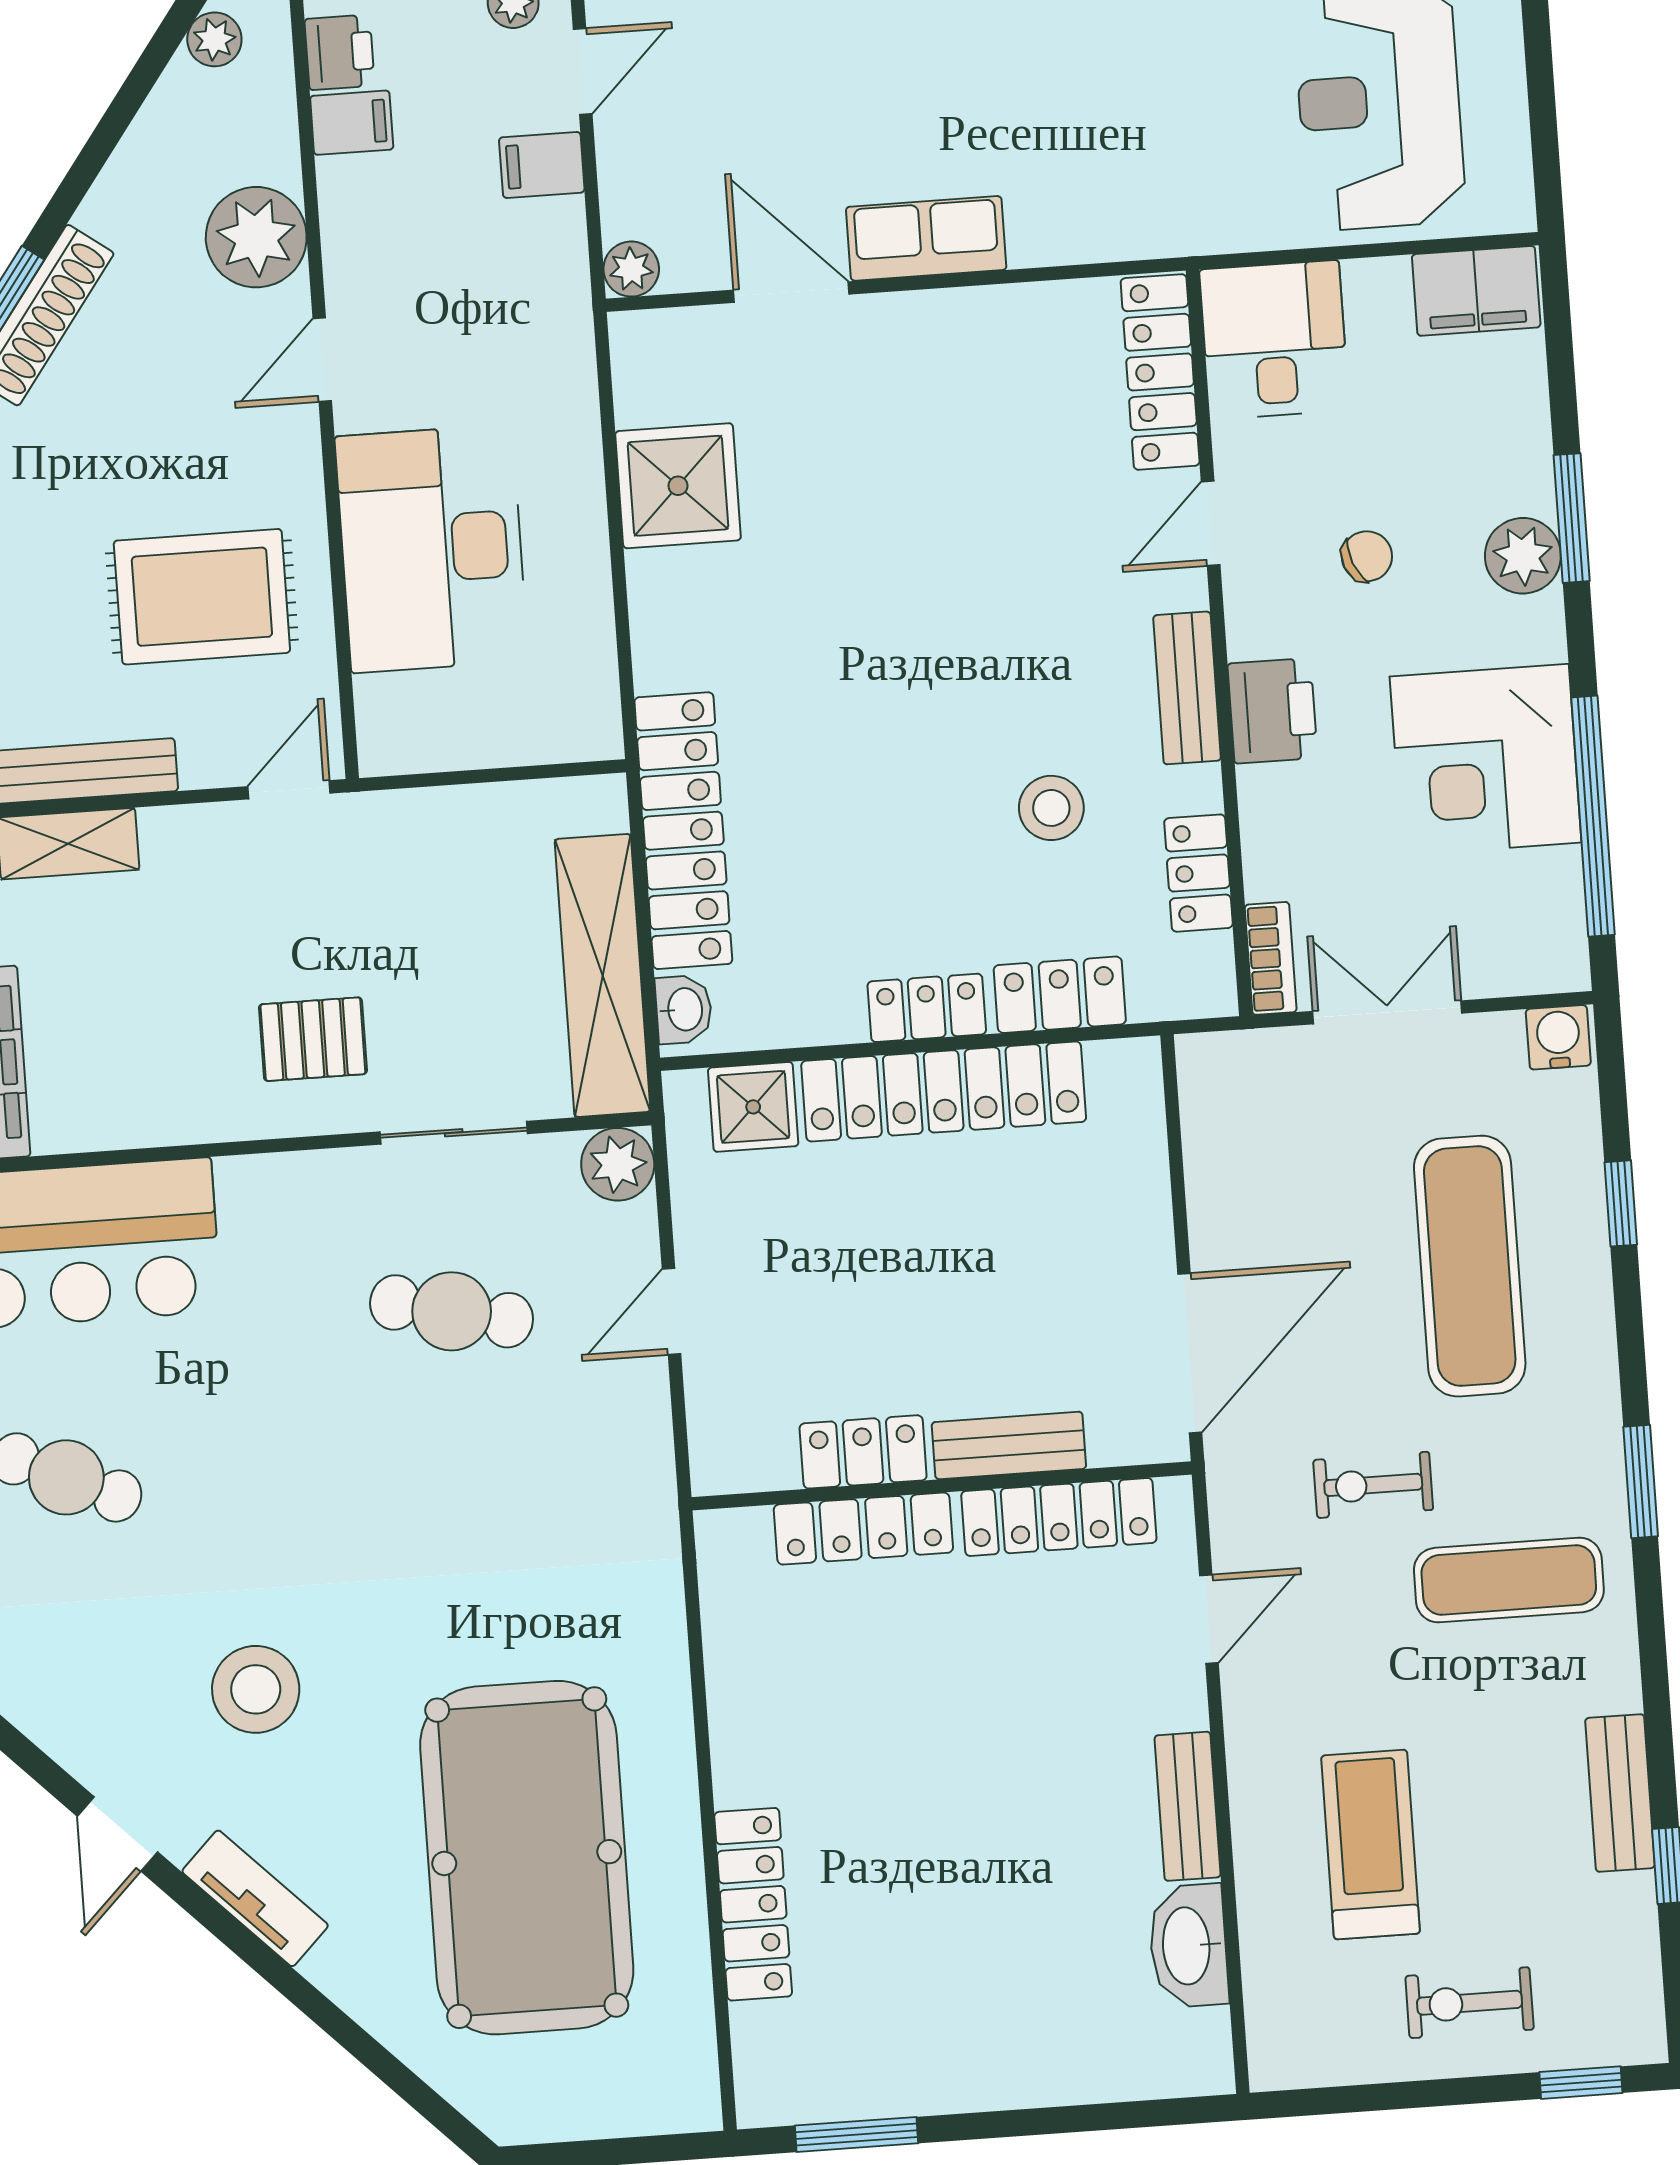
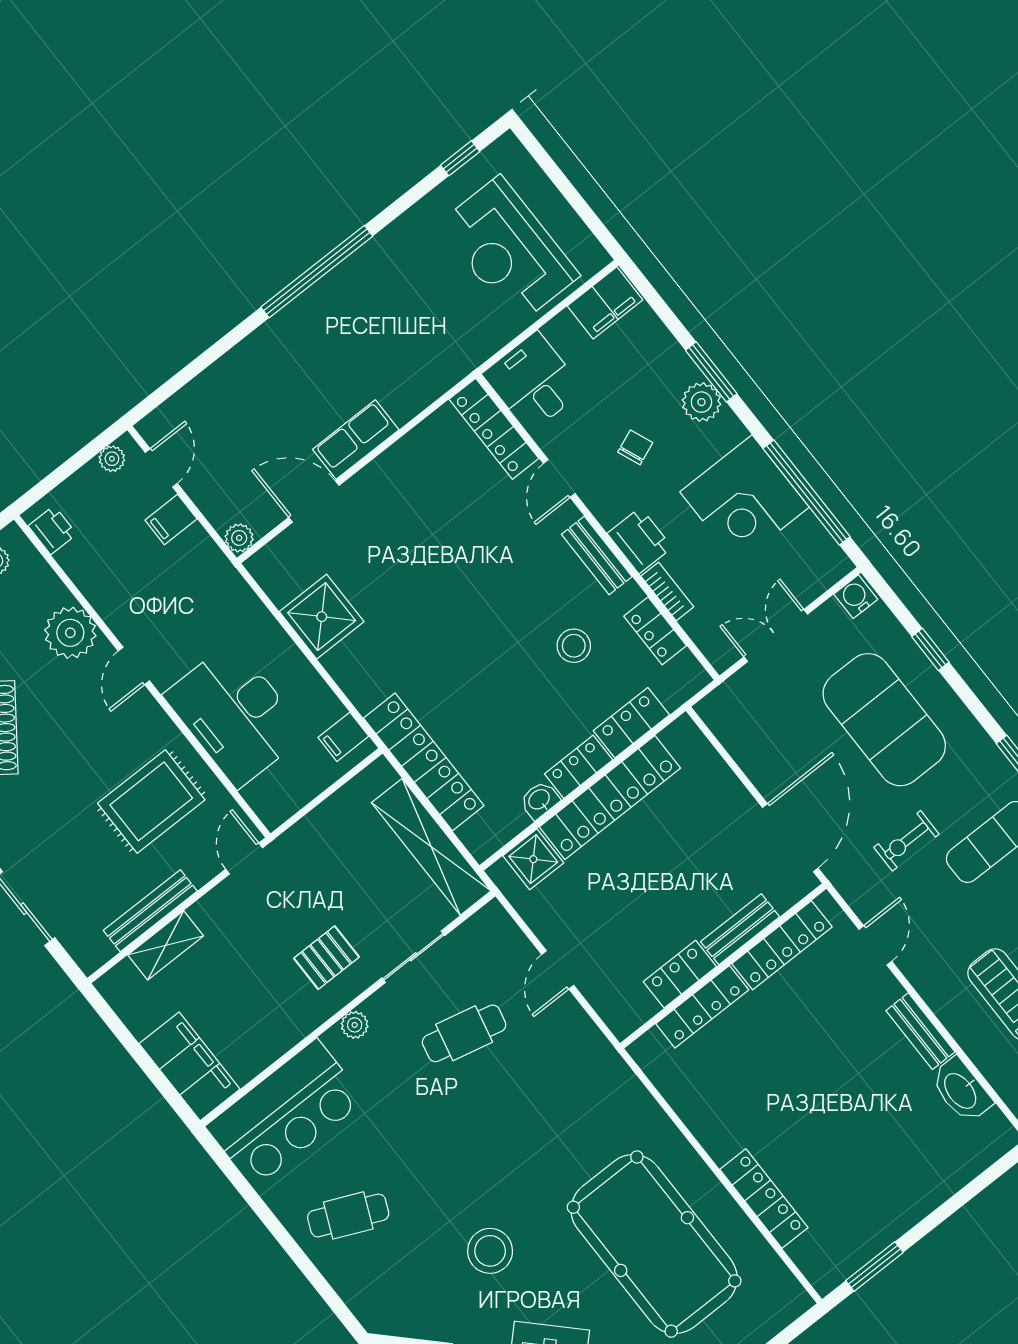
filing cabinet: (352, 123) -> (343, 737), moved, turned 180
bookcase: (1271, 958) -> (667, 592), moved
washbasin: (684, 1009) -> (540, 800), moved, turned -90
plant: (618, 1164) -> (355, 1025), moved, width x0.73, depth x0.73
exercise mat: (1470, 1266) -> (884, 720), width x1.47

